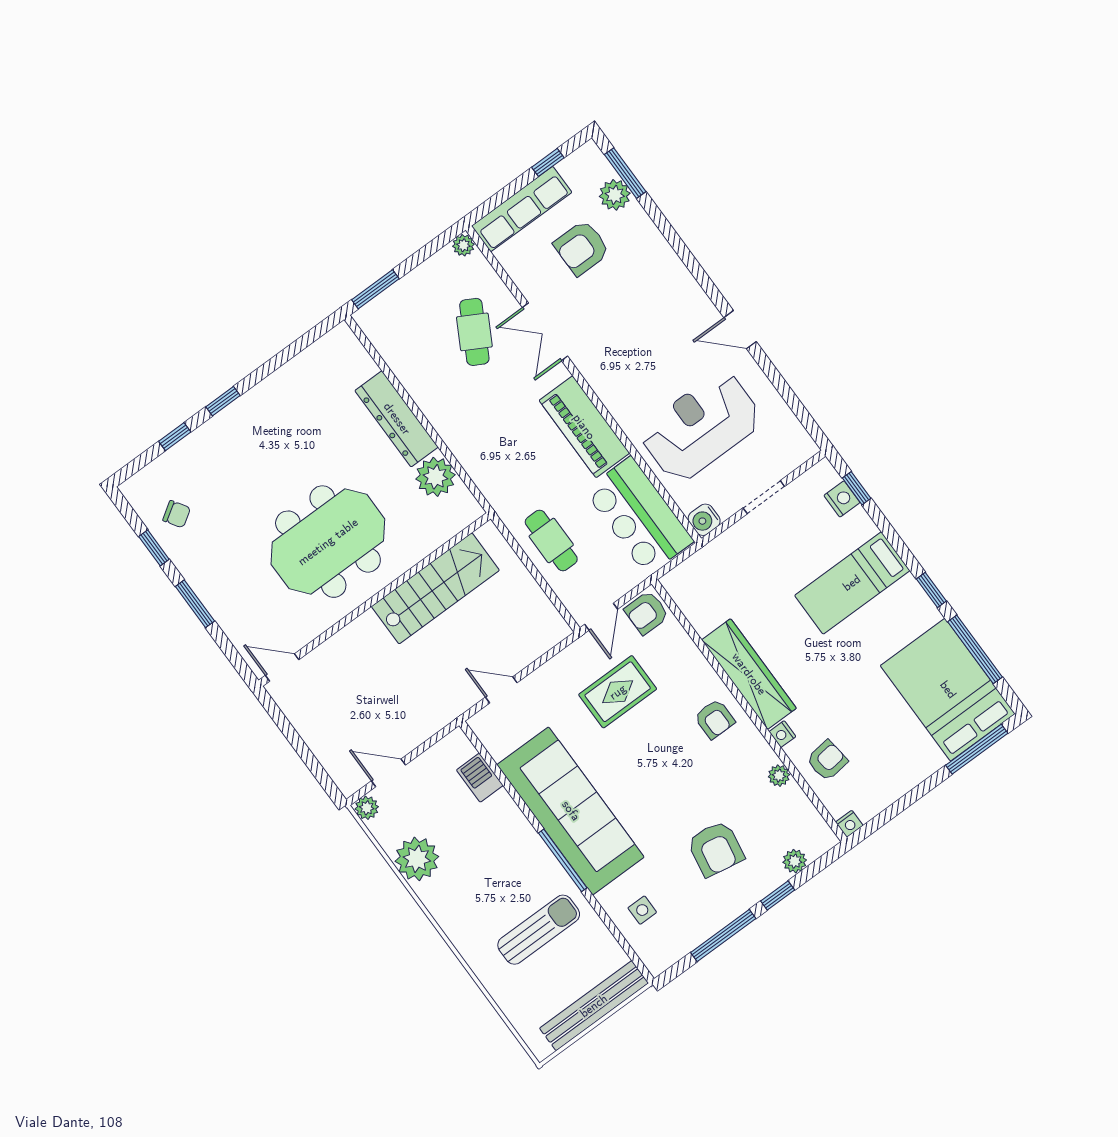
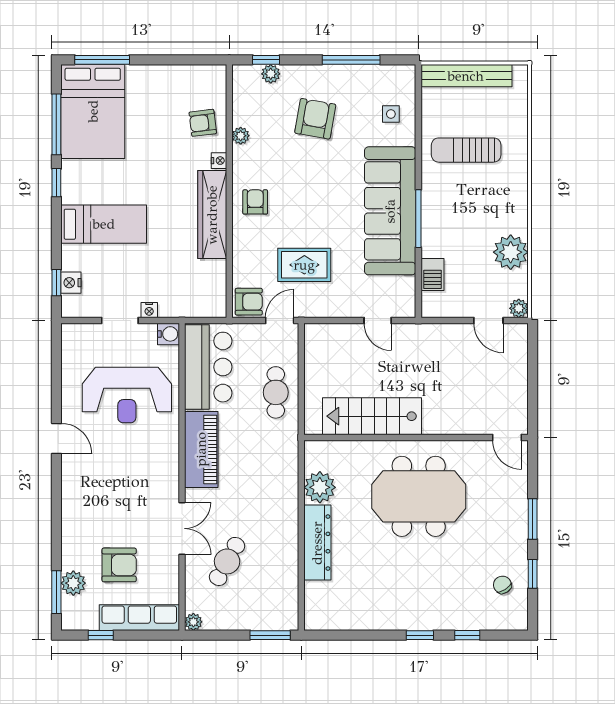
nightstand: (849, 824) -> (149, 310), moved, turned 180
window: (563, 860) -> (418, 219), moved
window: (778, 896) -> (266, 60), moved

